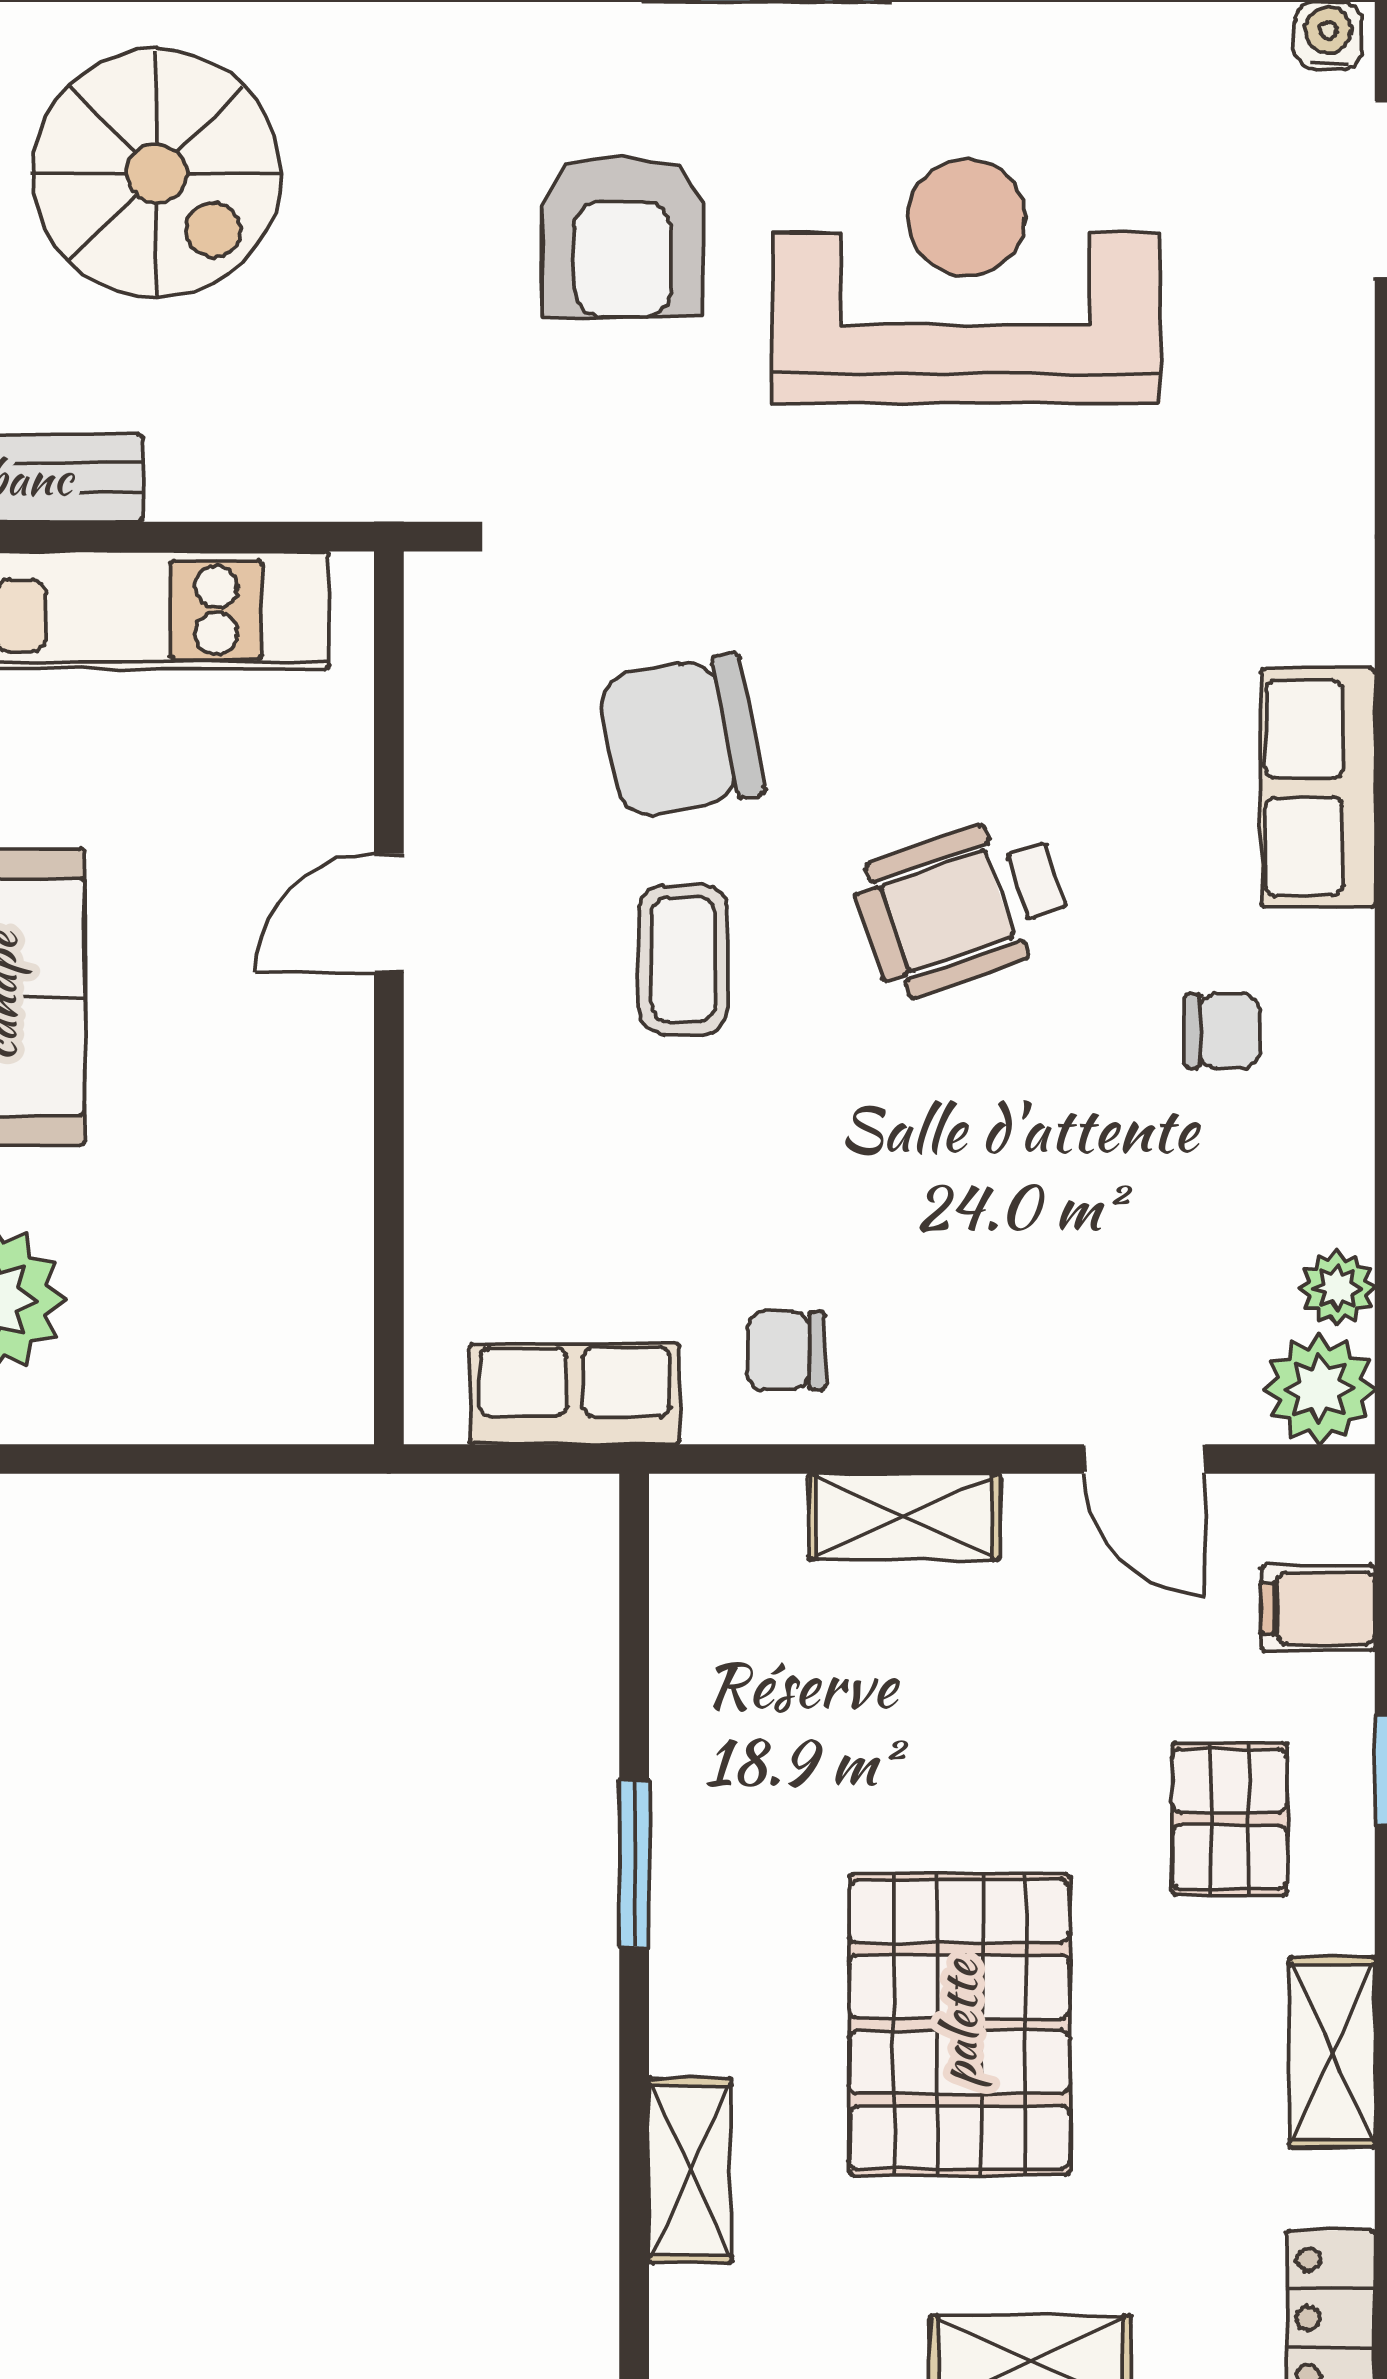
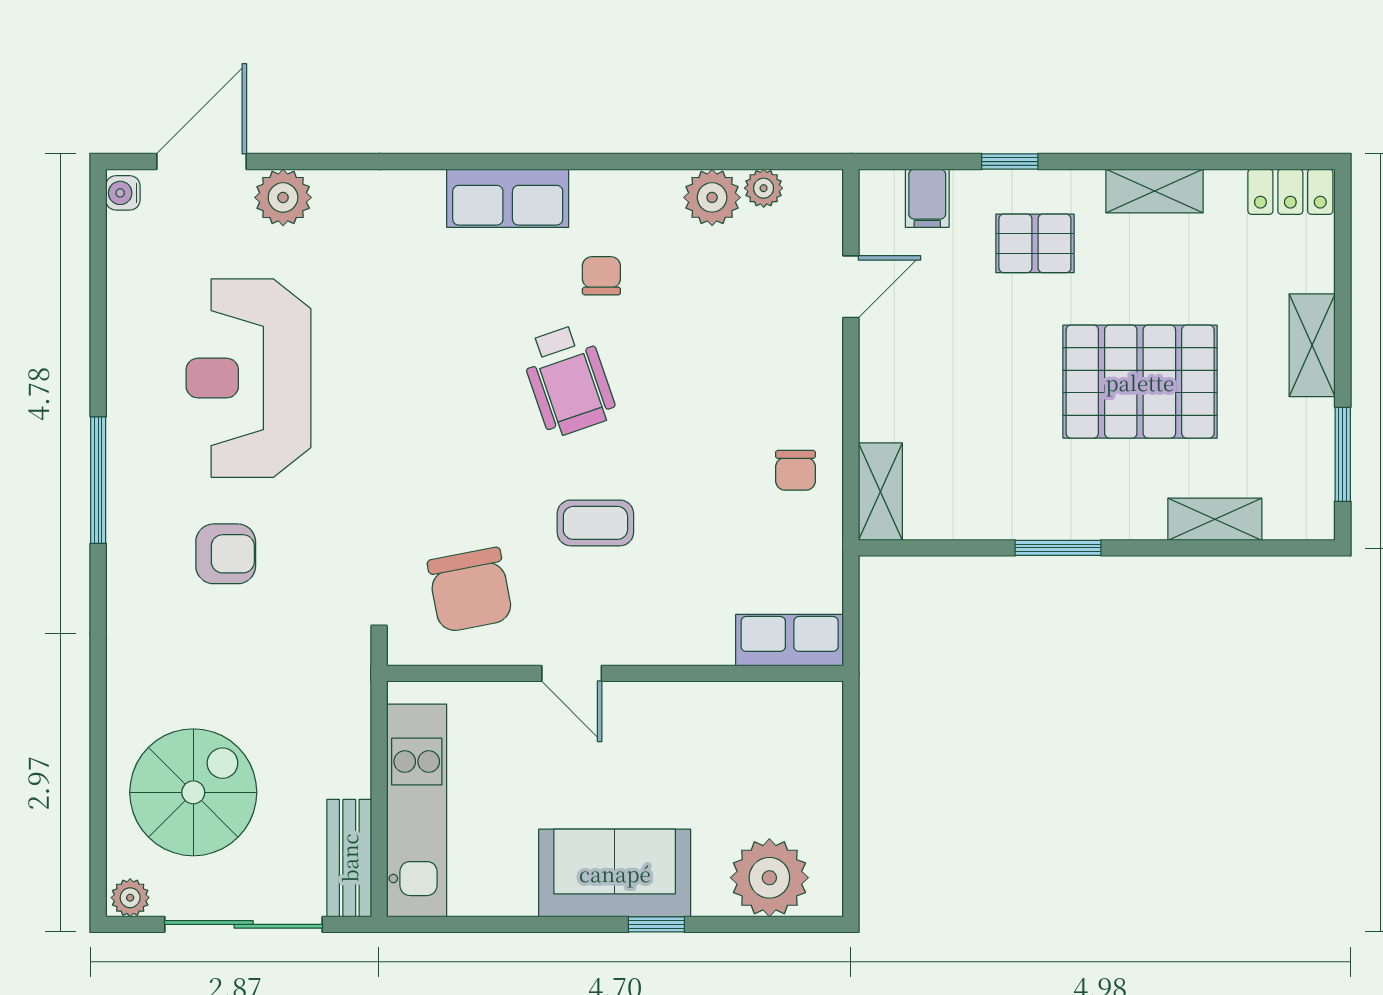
armchair: (623, 236) -> (226, 554), width x0.72, depth x0.72
plant: (1319, 349) -> (283, 197), added
chair: (681, 736) -> (470, 590), moved
chair: (1223, 1031) -> (601, 276), moved
plant: (1319, 1389) -> (712, 197), moved
row of seats: (575, 1394) -> (790, 640), moved, turned 90
shelving: (904, 1517) -> (880, 492), moved

